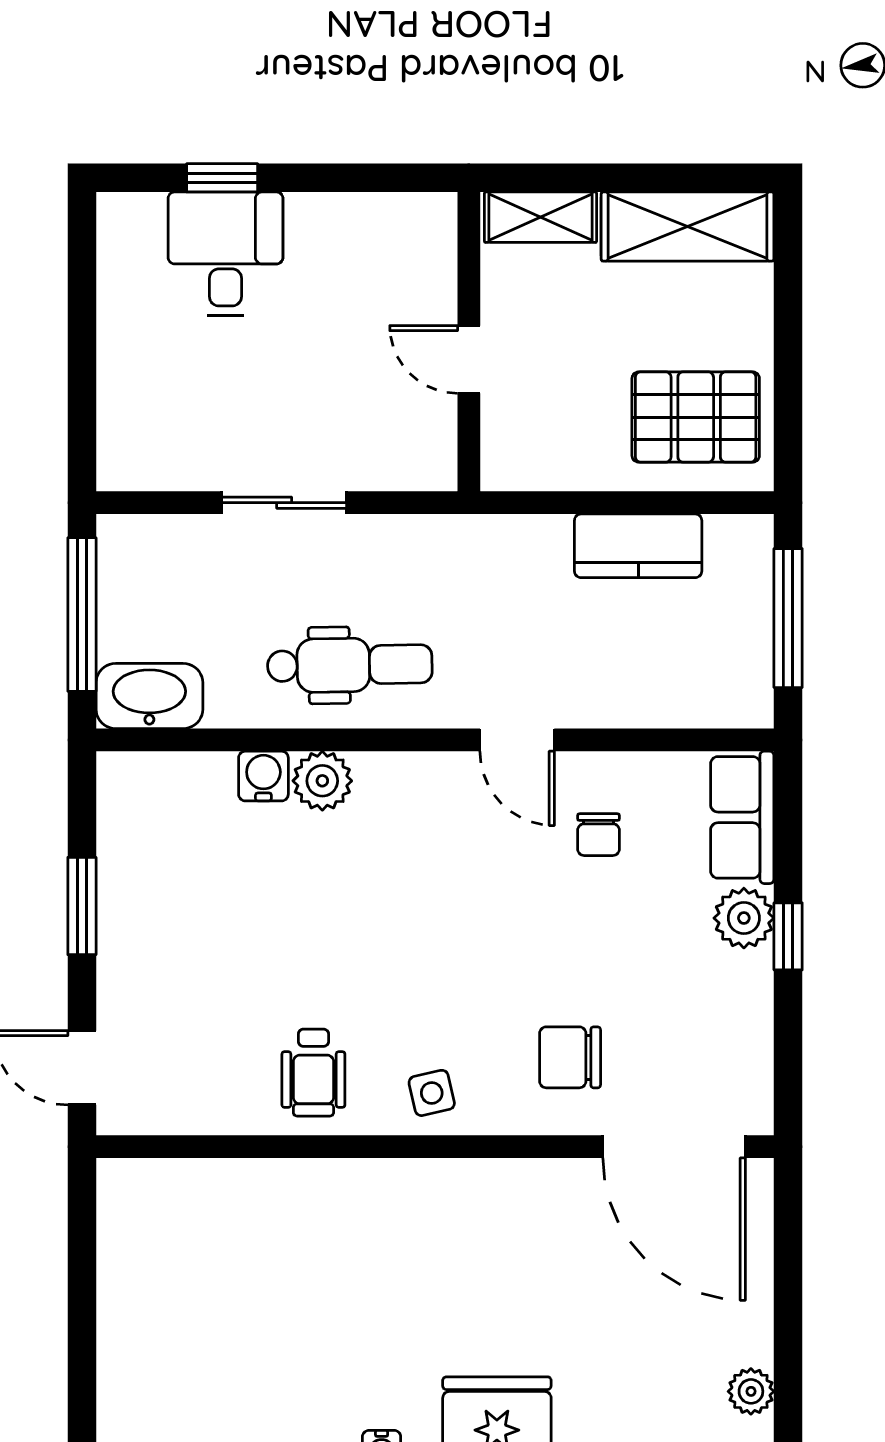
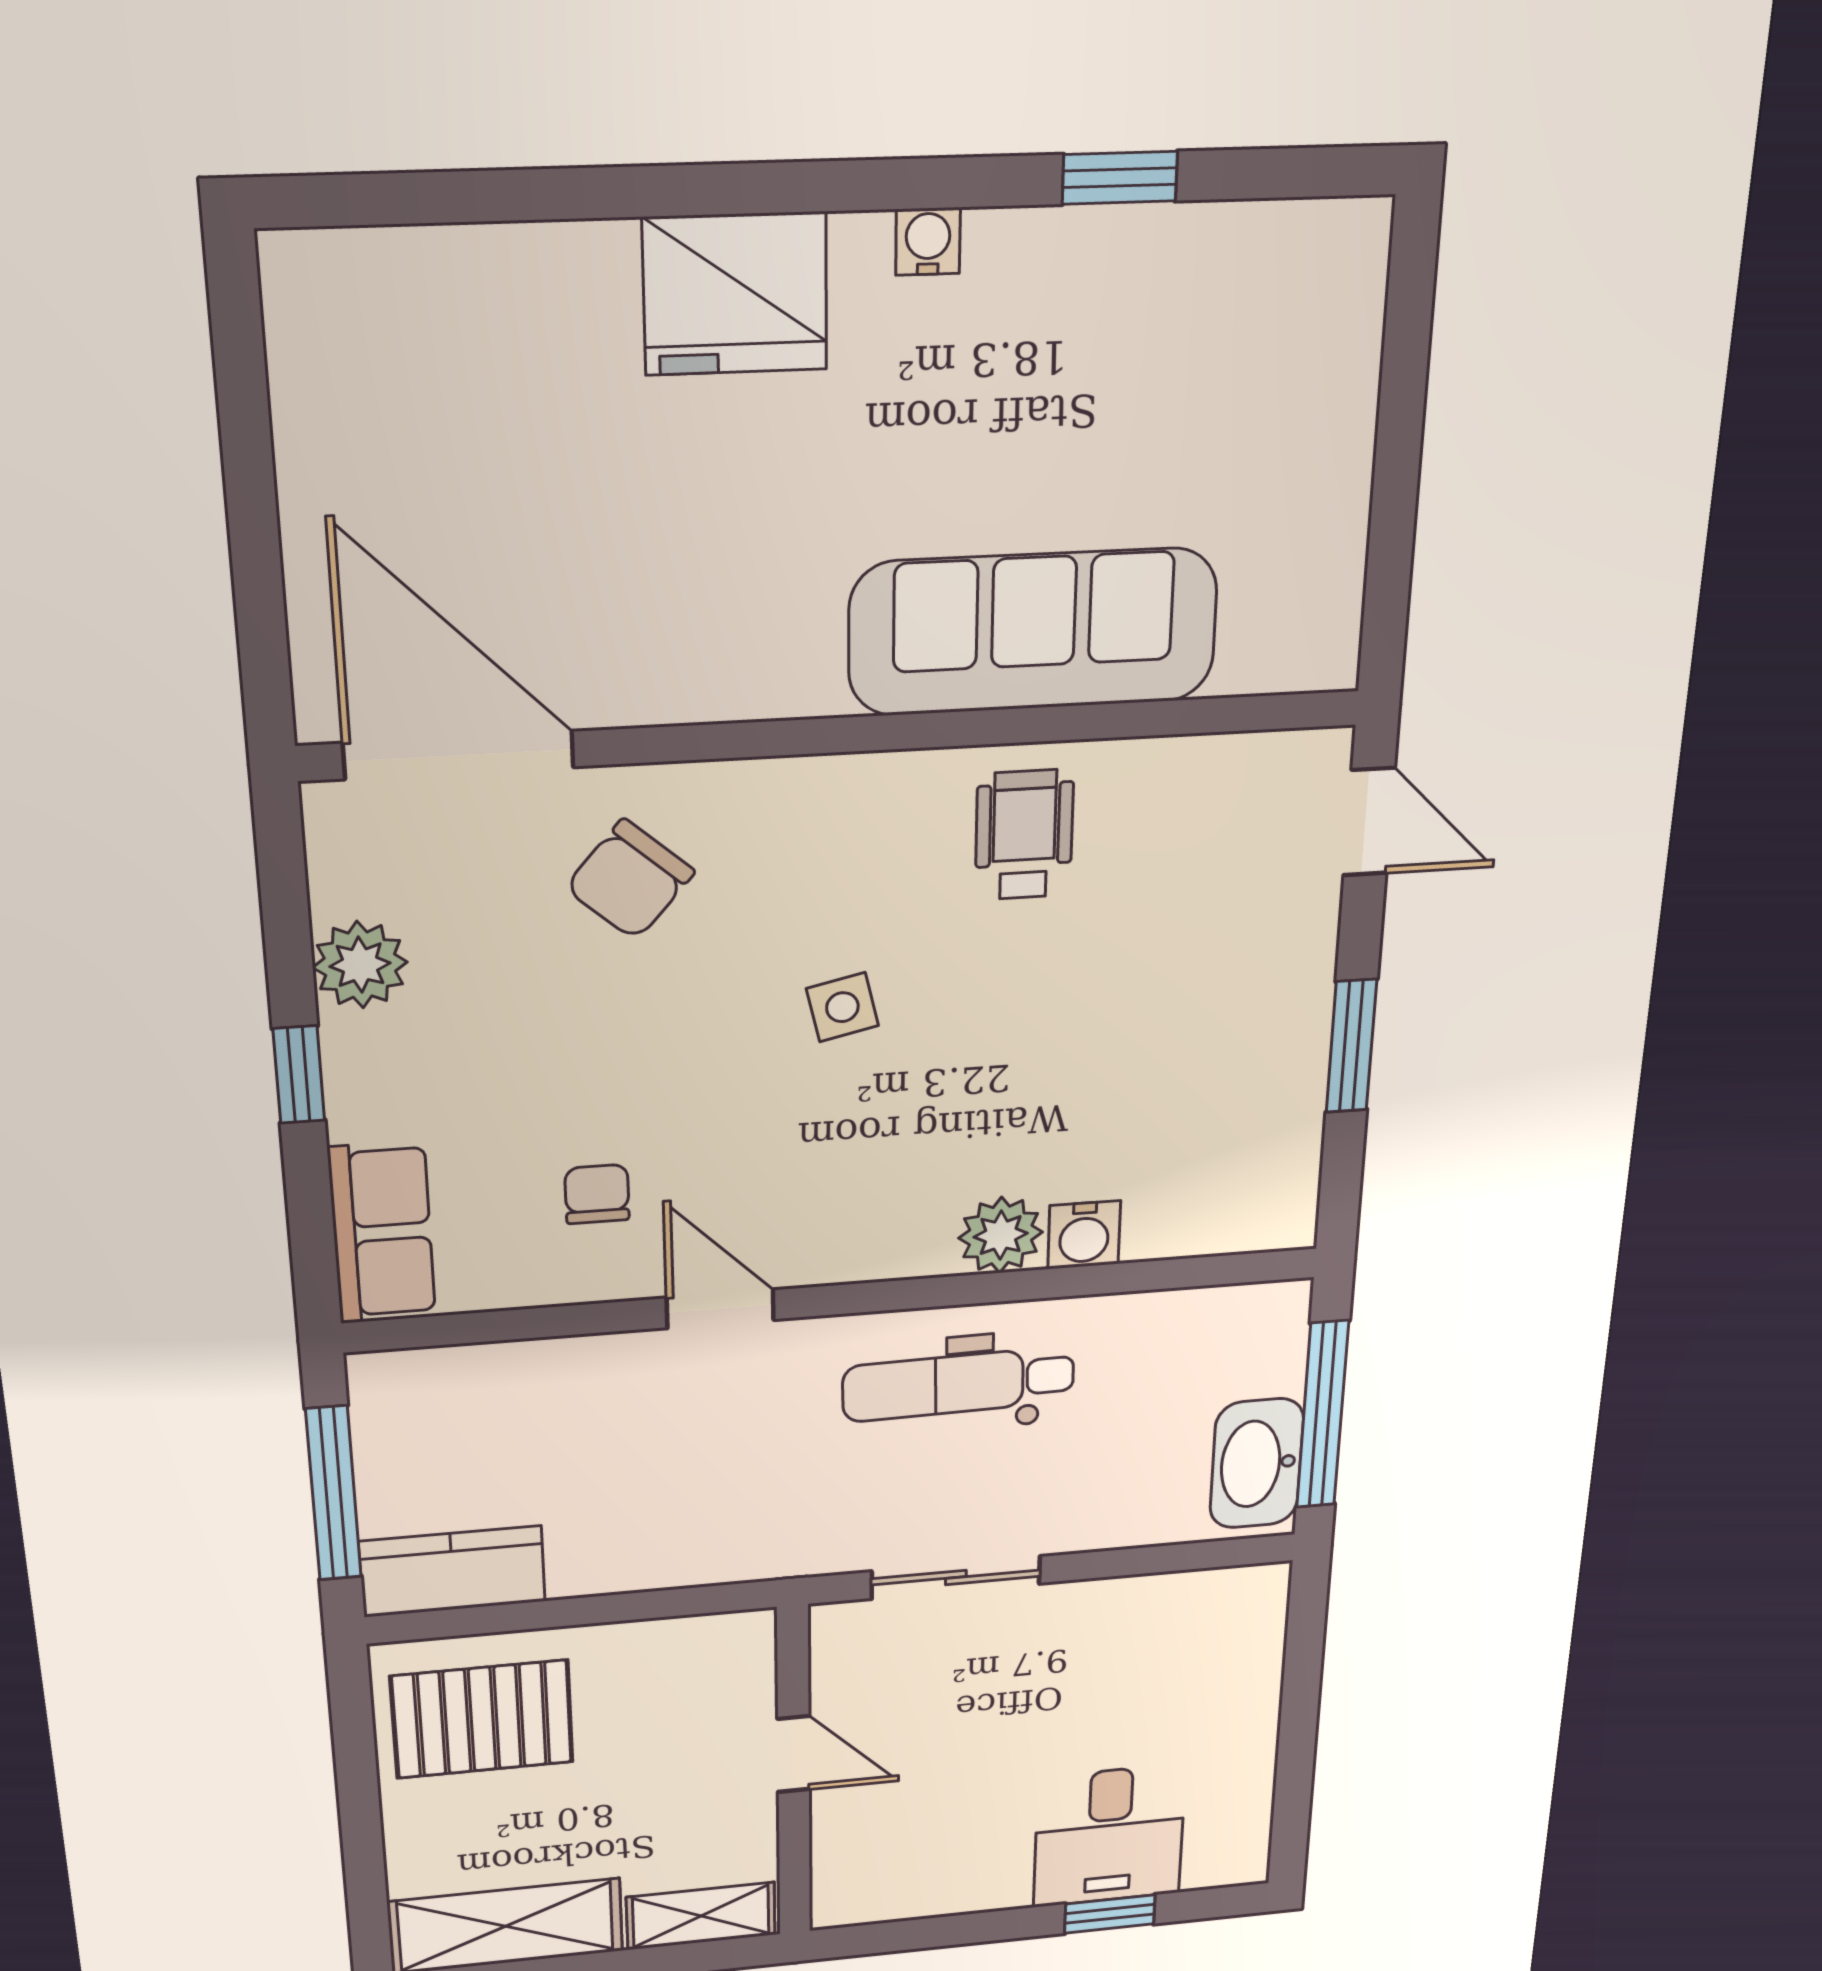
sliding door: (284, 503) -> (956, 1578), moved
kitchen counter: (638, 546) -> (452, 1571), moved
washbasin: (149, 696) -> (1257, 1464), moved, turned 90
plant: (744, 918) -> (360, 965), moved
chair: (570, 1057) -> (630, 880), turned 131
side table: (432, 1093) -> (842, 1007), moved
sofa: (311, 1208) -> (1033, 632), added
plant: (751, 1391) -> (304, 363), removed

